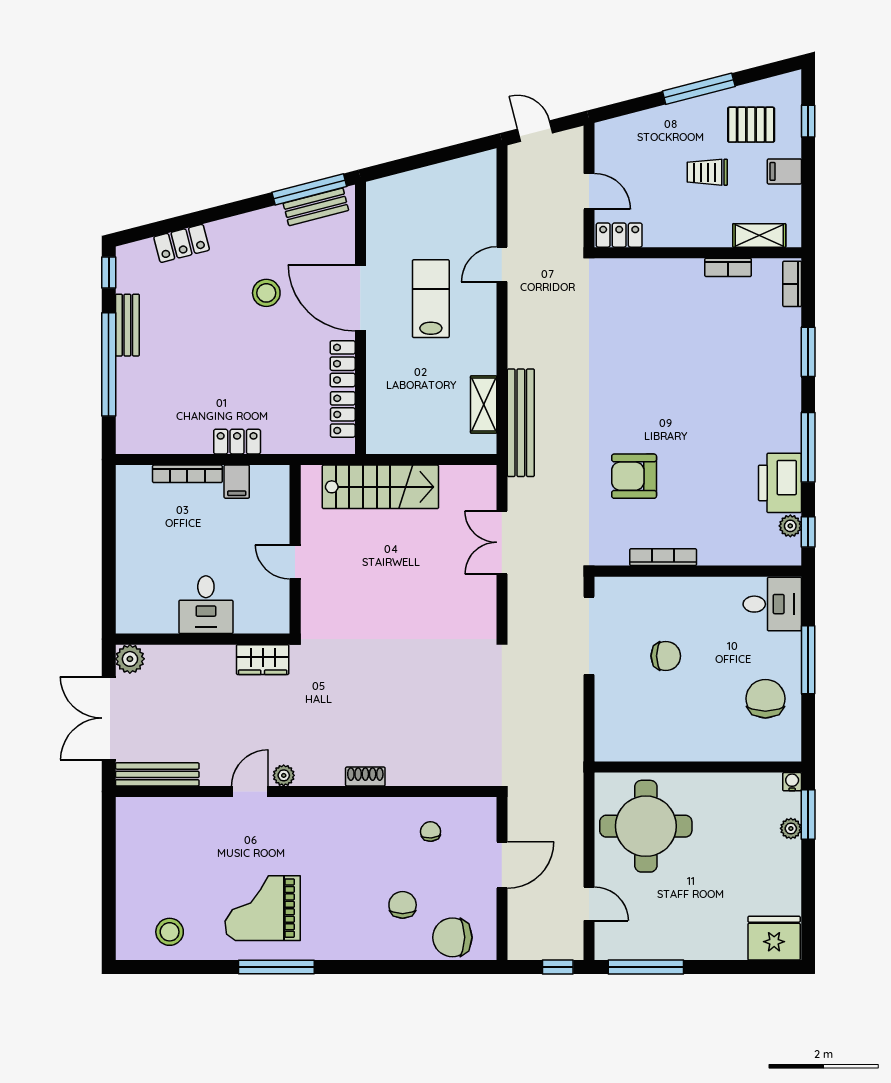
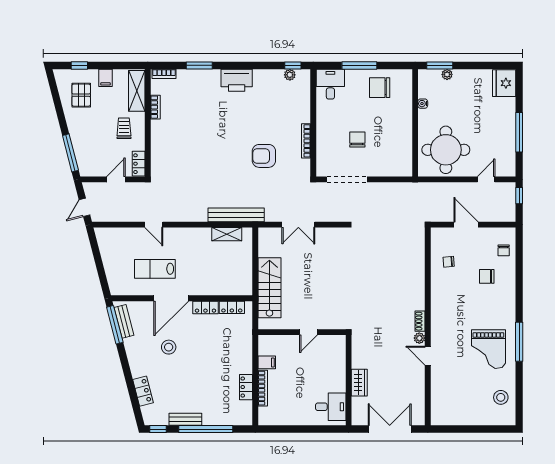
window: (699, 89) -> (70, 153), moved
trolley: (707, 172) -> (124, 128), moved, turned 180
shelving: (759, 235) -> (137, 91), width x1.50, depth x1.33
lab bench: (431, 299) -> (155, 269), moved
locker: (237, 442) -> (246, 387), moved
window: (808, 447) -> (249, 65), removed
armchair: (634, 476) -> (264, 156), turned 90
printer: (780, 483) -> (237, 80), moved
desk: (206, 605) -> (331, 407), moved
plant: (130, 659) -> (359, 418), removed
wardrobe: (263, 660) -> (359, 383), moved
double door: (109, 718) -> (390, 429), swing flipped
bench: (157, 774) -> (419, 404), removed
shoe rack: (365, 777) -> (420, 321), moved
water cooler: (792, 782) -> (423, 104), moved
chair: (452, 937) -> (504, 250), width x0.54, depth x0.54
window: (646, 967) -> (519, 132), moved

